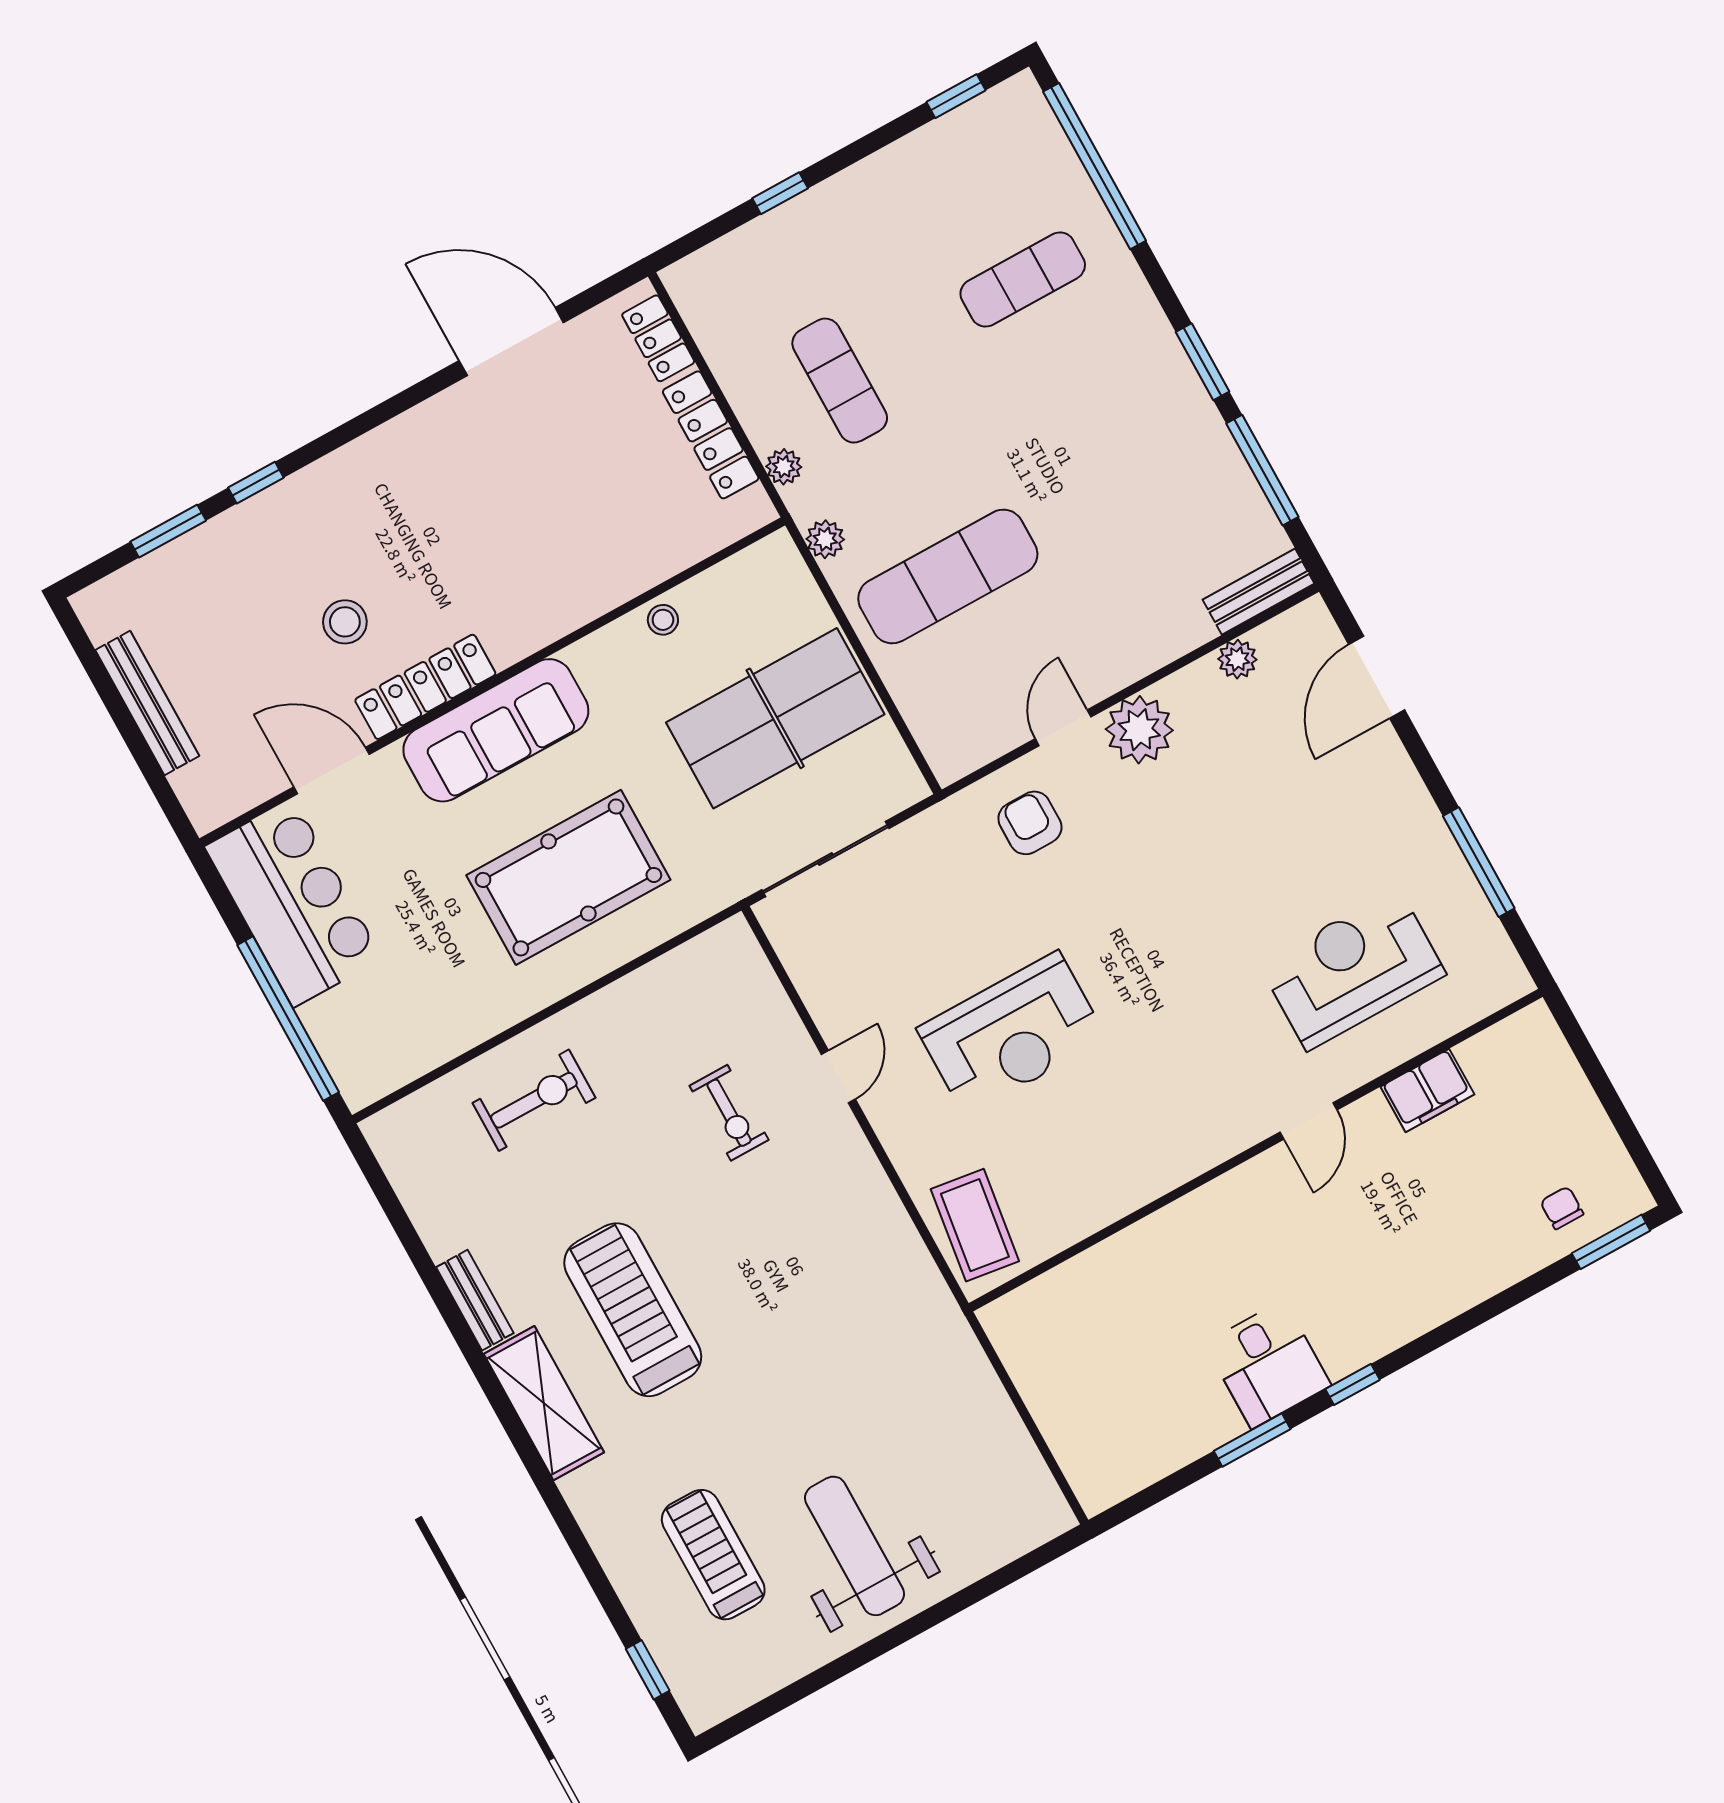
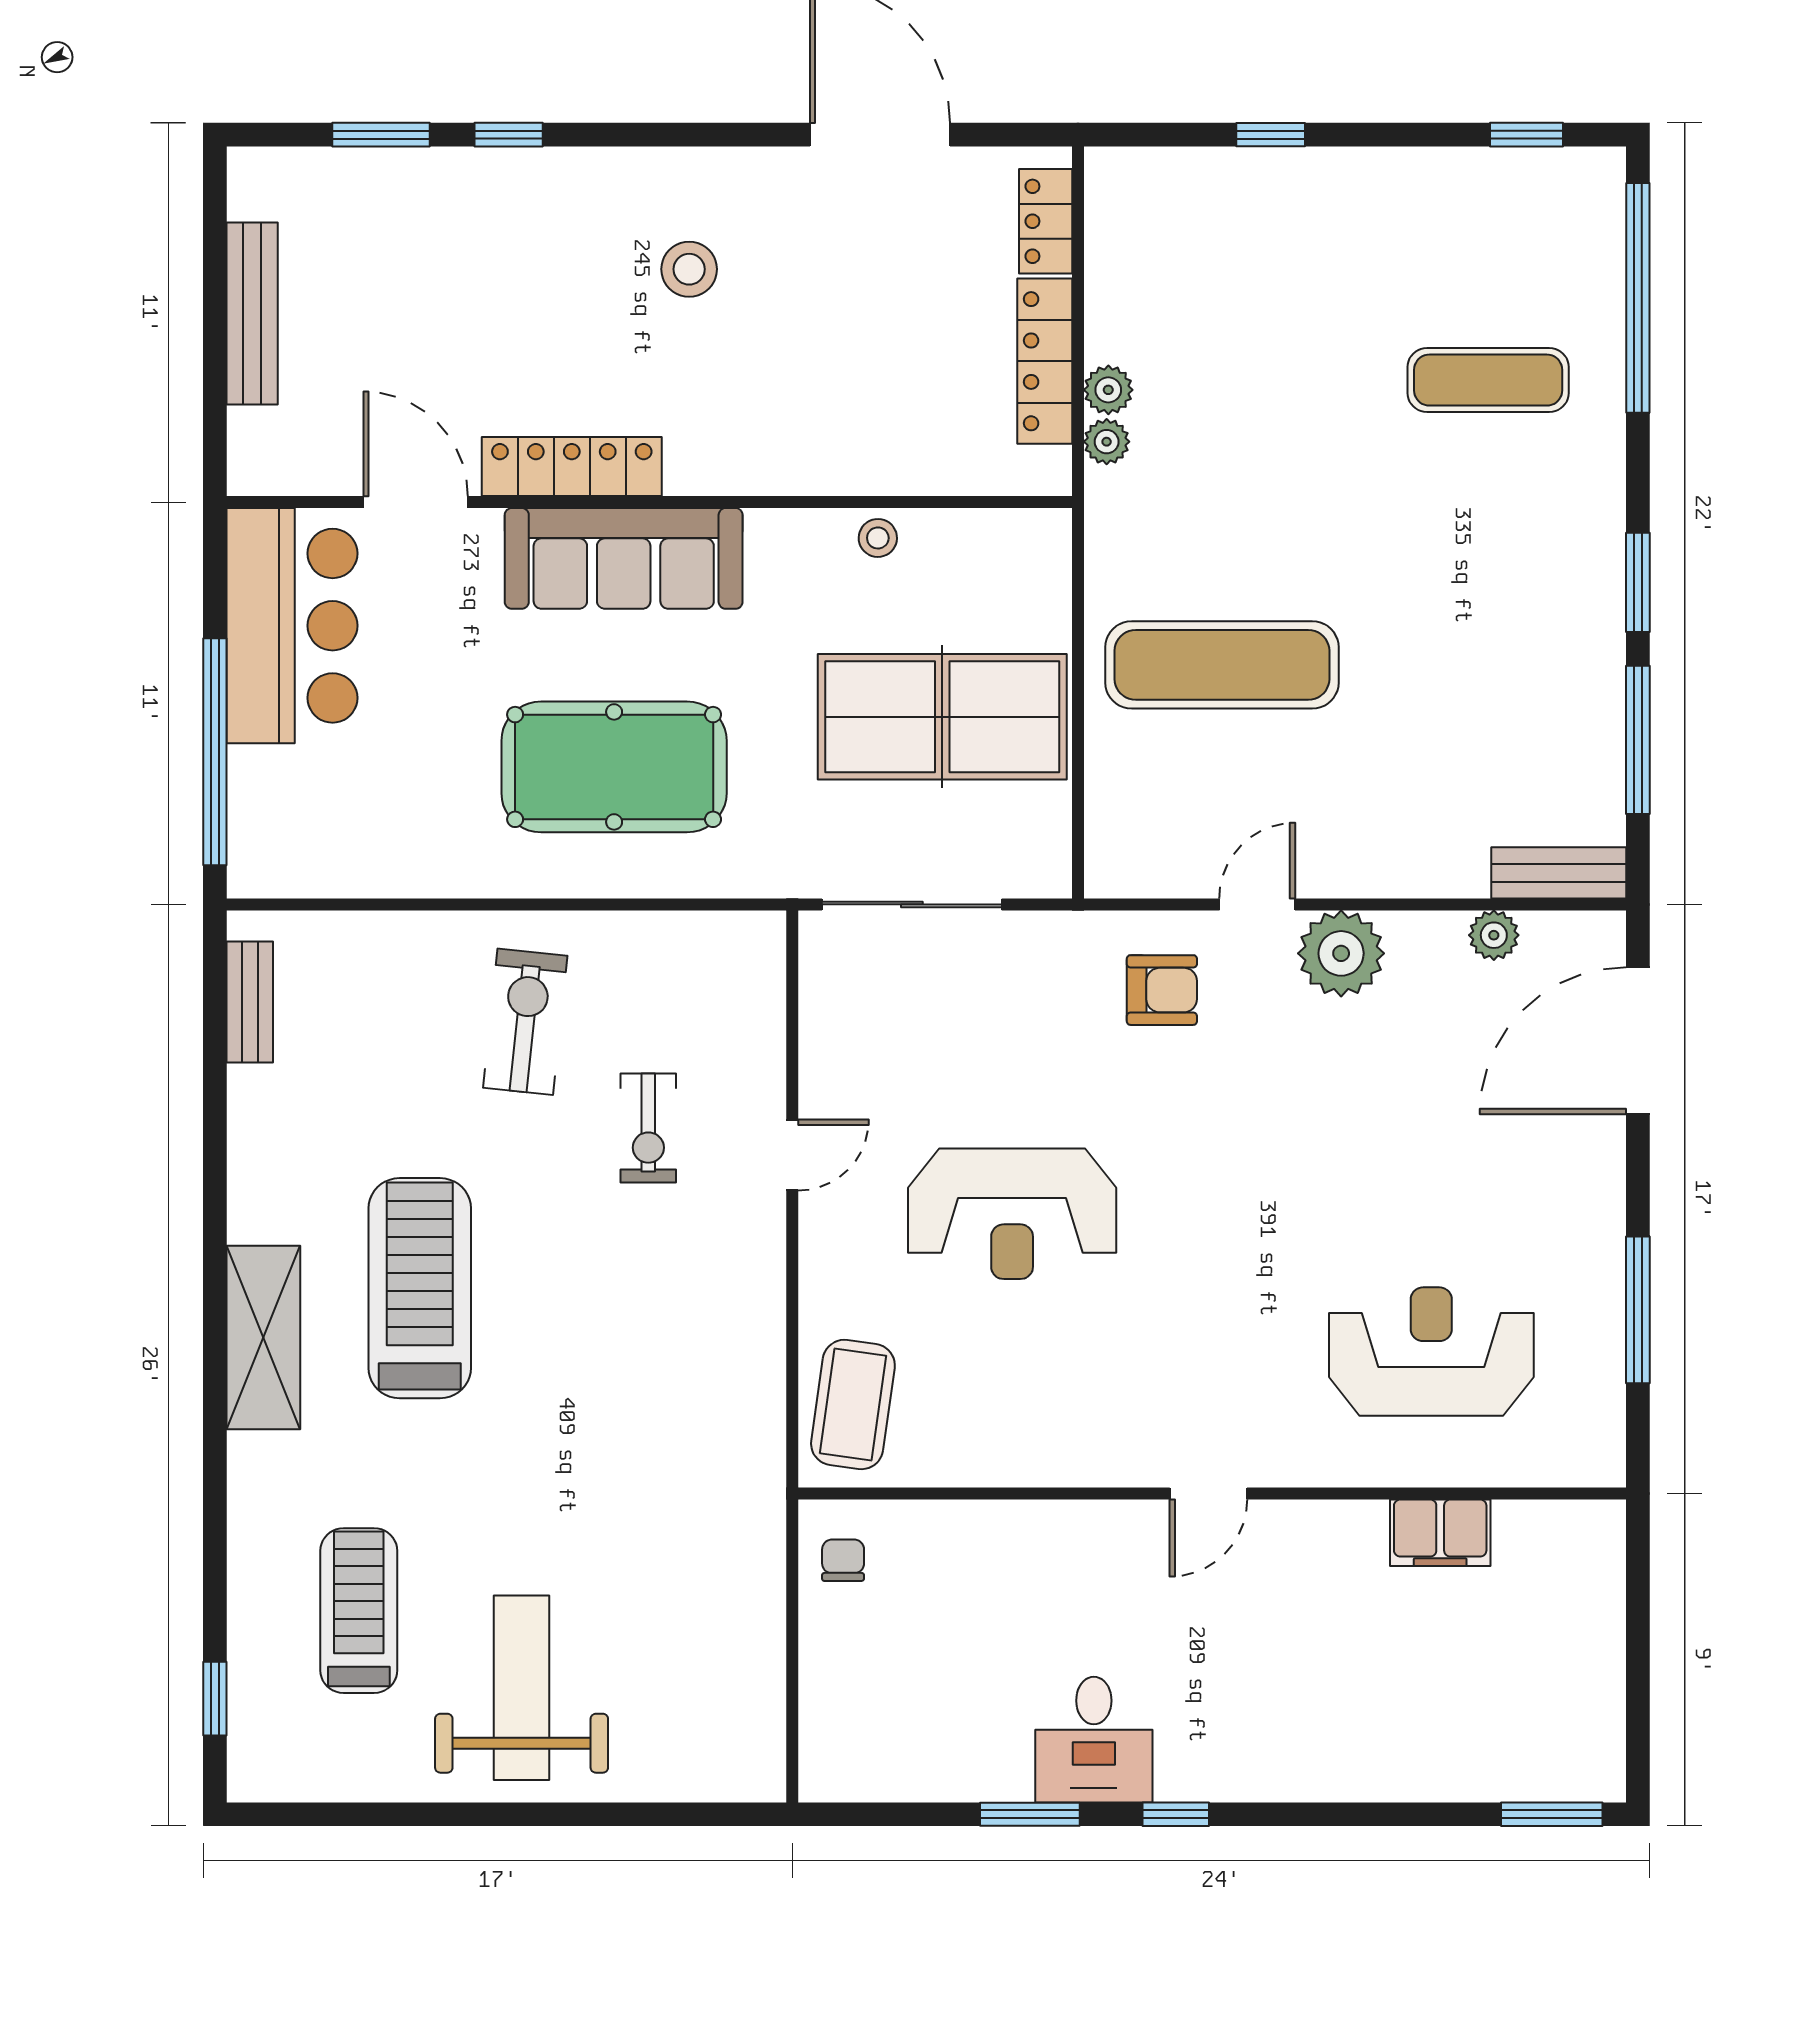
exercise mat: (840, 381) -> (1222, 380), removed
plant: (825, 539) -> (1108, 390), moved
stool: (345, 622) -> (689, 269), moved
door: (1377, 677) -> (1638, 1041), width x1.36
armchair: (1030, 823) -> (1162, 990), turned 90
exercise bike: (534, 1100) -> (525, 1022), moved, turned -84
door: (1309, 1121) -> (1208, 1494), moved
chair: (1562, 1208) -> (843, 1560), moved
bench: (475, 1300) -> (250, 1002), moved

